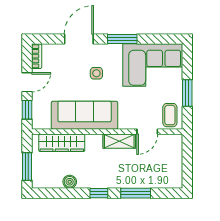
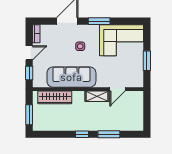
coffee table: (170, 115) -> (134, 77), removed
boiler: (70, 182) -> (61, 126), removed

